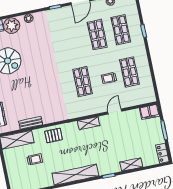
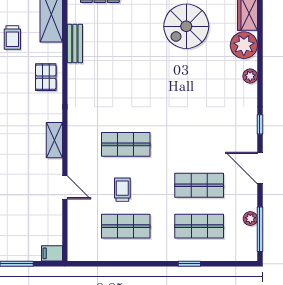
filing cabinet: (149, 112) -> (52, 253), width x0.50

